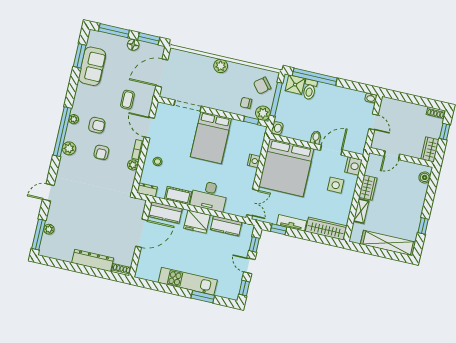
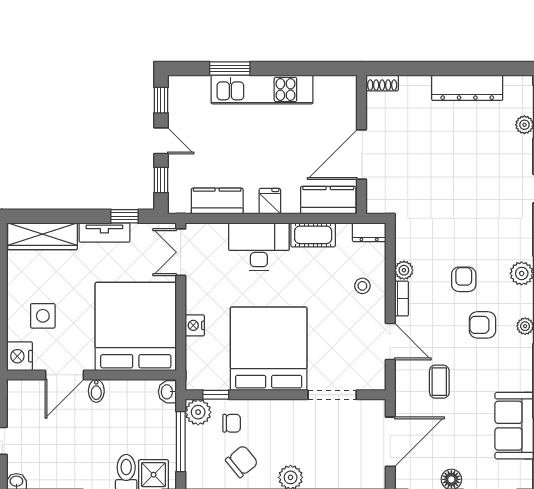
chair: (262, 86) -> (242, 461), moved
bed: (211, 138) -> (269, 349), width x1.36
fridge: (197, 222) -> (270, 201), width x0.53, depth x0.75
dresser: (93, 260) -> (467, 88), moved

